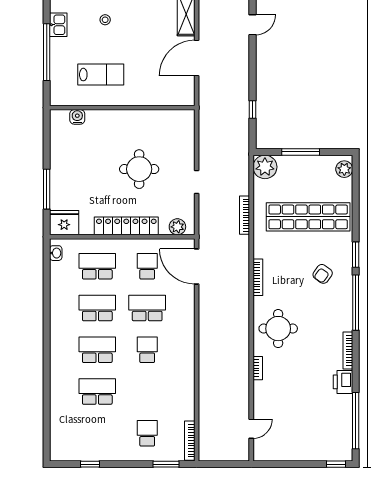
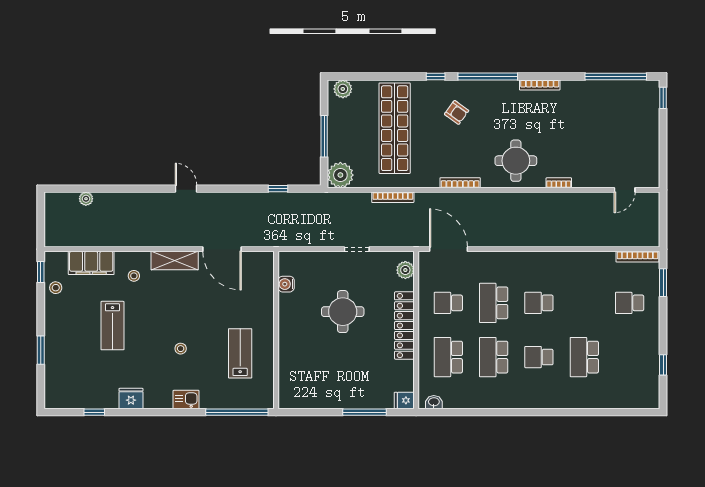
window: (47, 52) -> (237, 412), moved
water cooler: (77, 117) -> (286, 284), moved
fridge: (64, 223) -> (404, 400), width x0.53, depth x0.75
window: (356, 255) -> (436, 76), width x0.67
door: (197, 267) -> (449, 249), swing flipped
school desk: (97, 350) -> (539, 357), width x0.54
printer: (343, 382) -> (574, 90), removed
door: (251, 429) -> (625, 190), swing flipped

